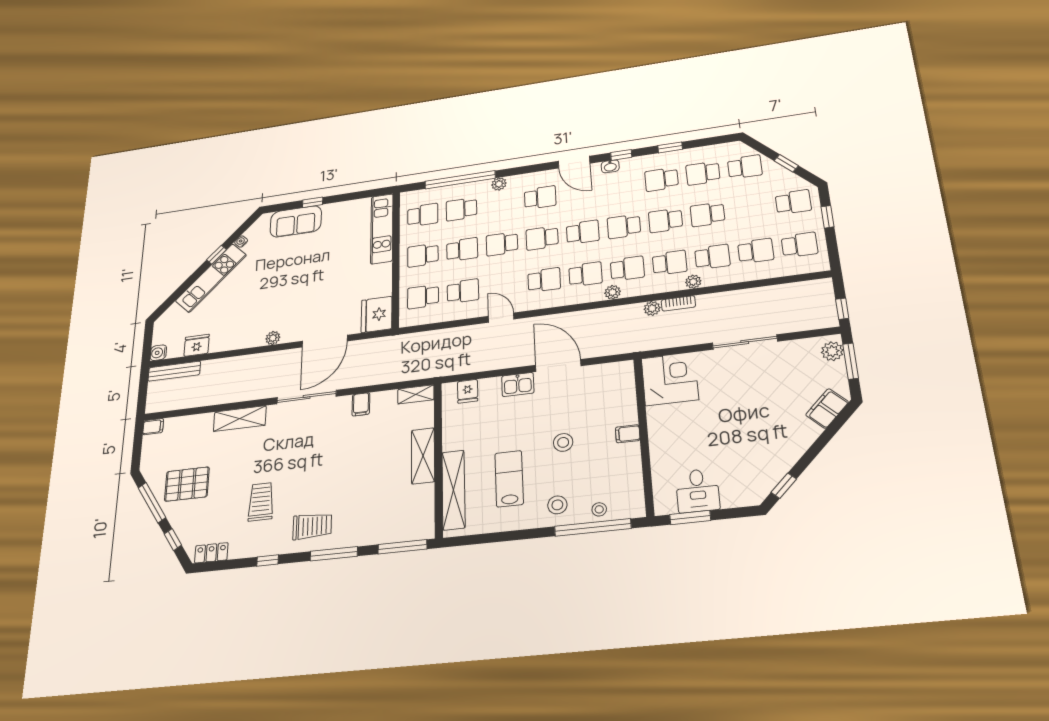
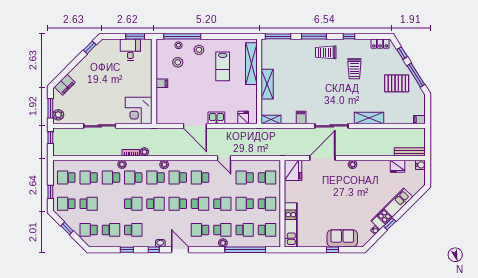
school desk: (501, 203) -> (222, 230), added
school desk: (708, 214) -> (89, 204), moved
school desk: (423, 215) -> (267, 230), turned 180
stool: (563, 442) -> (178, 62), moved

